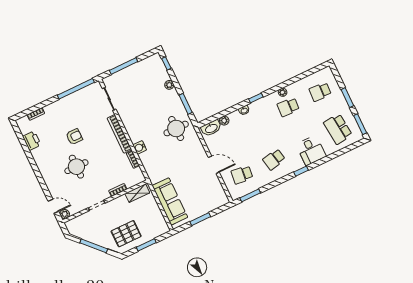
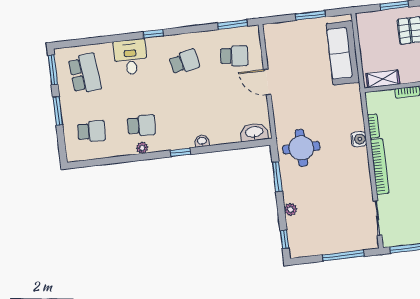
plant: (224, 121) -> (233, 137), removed

